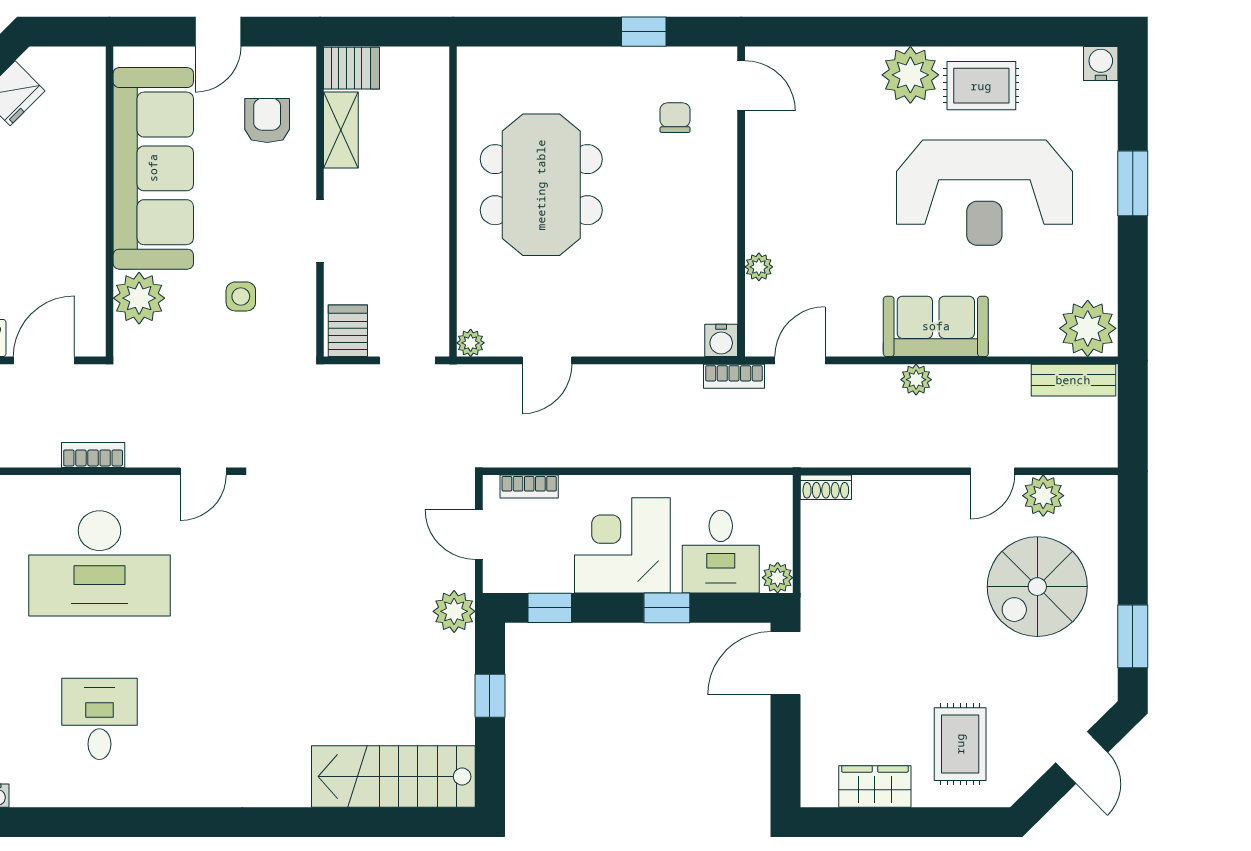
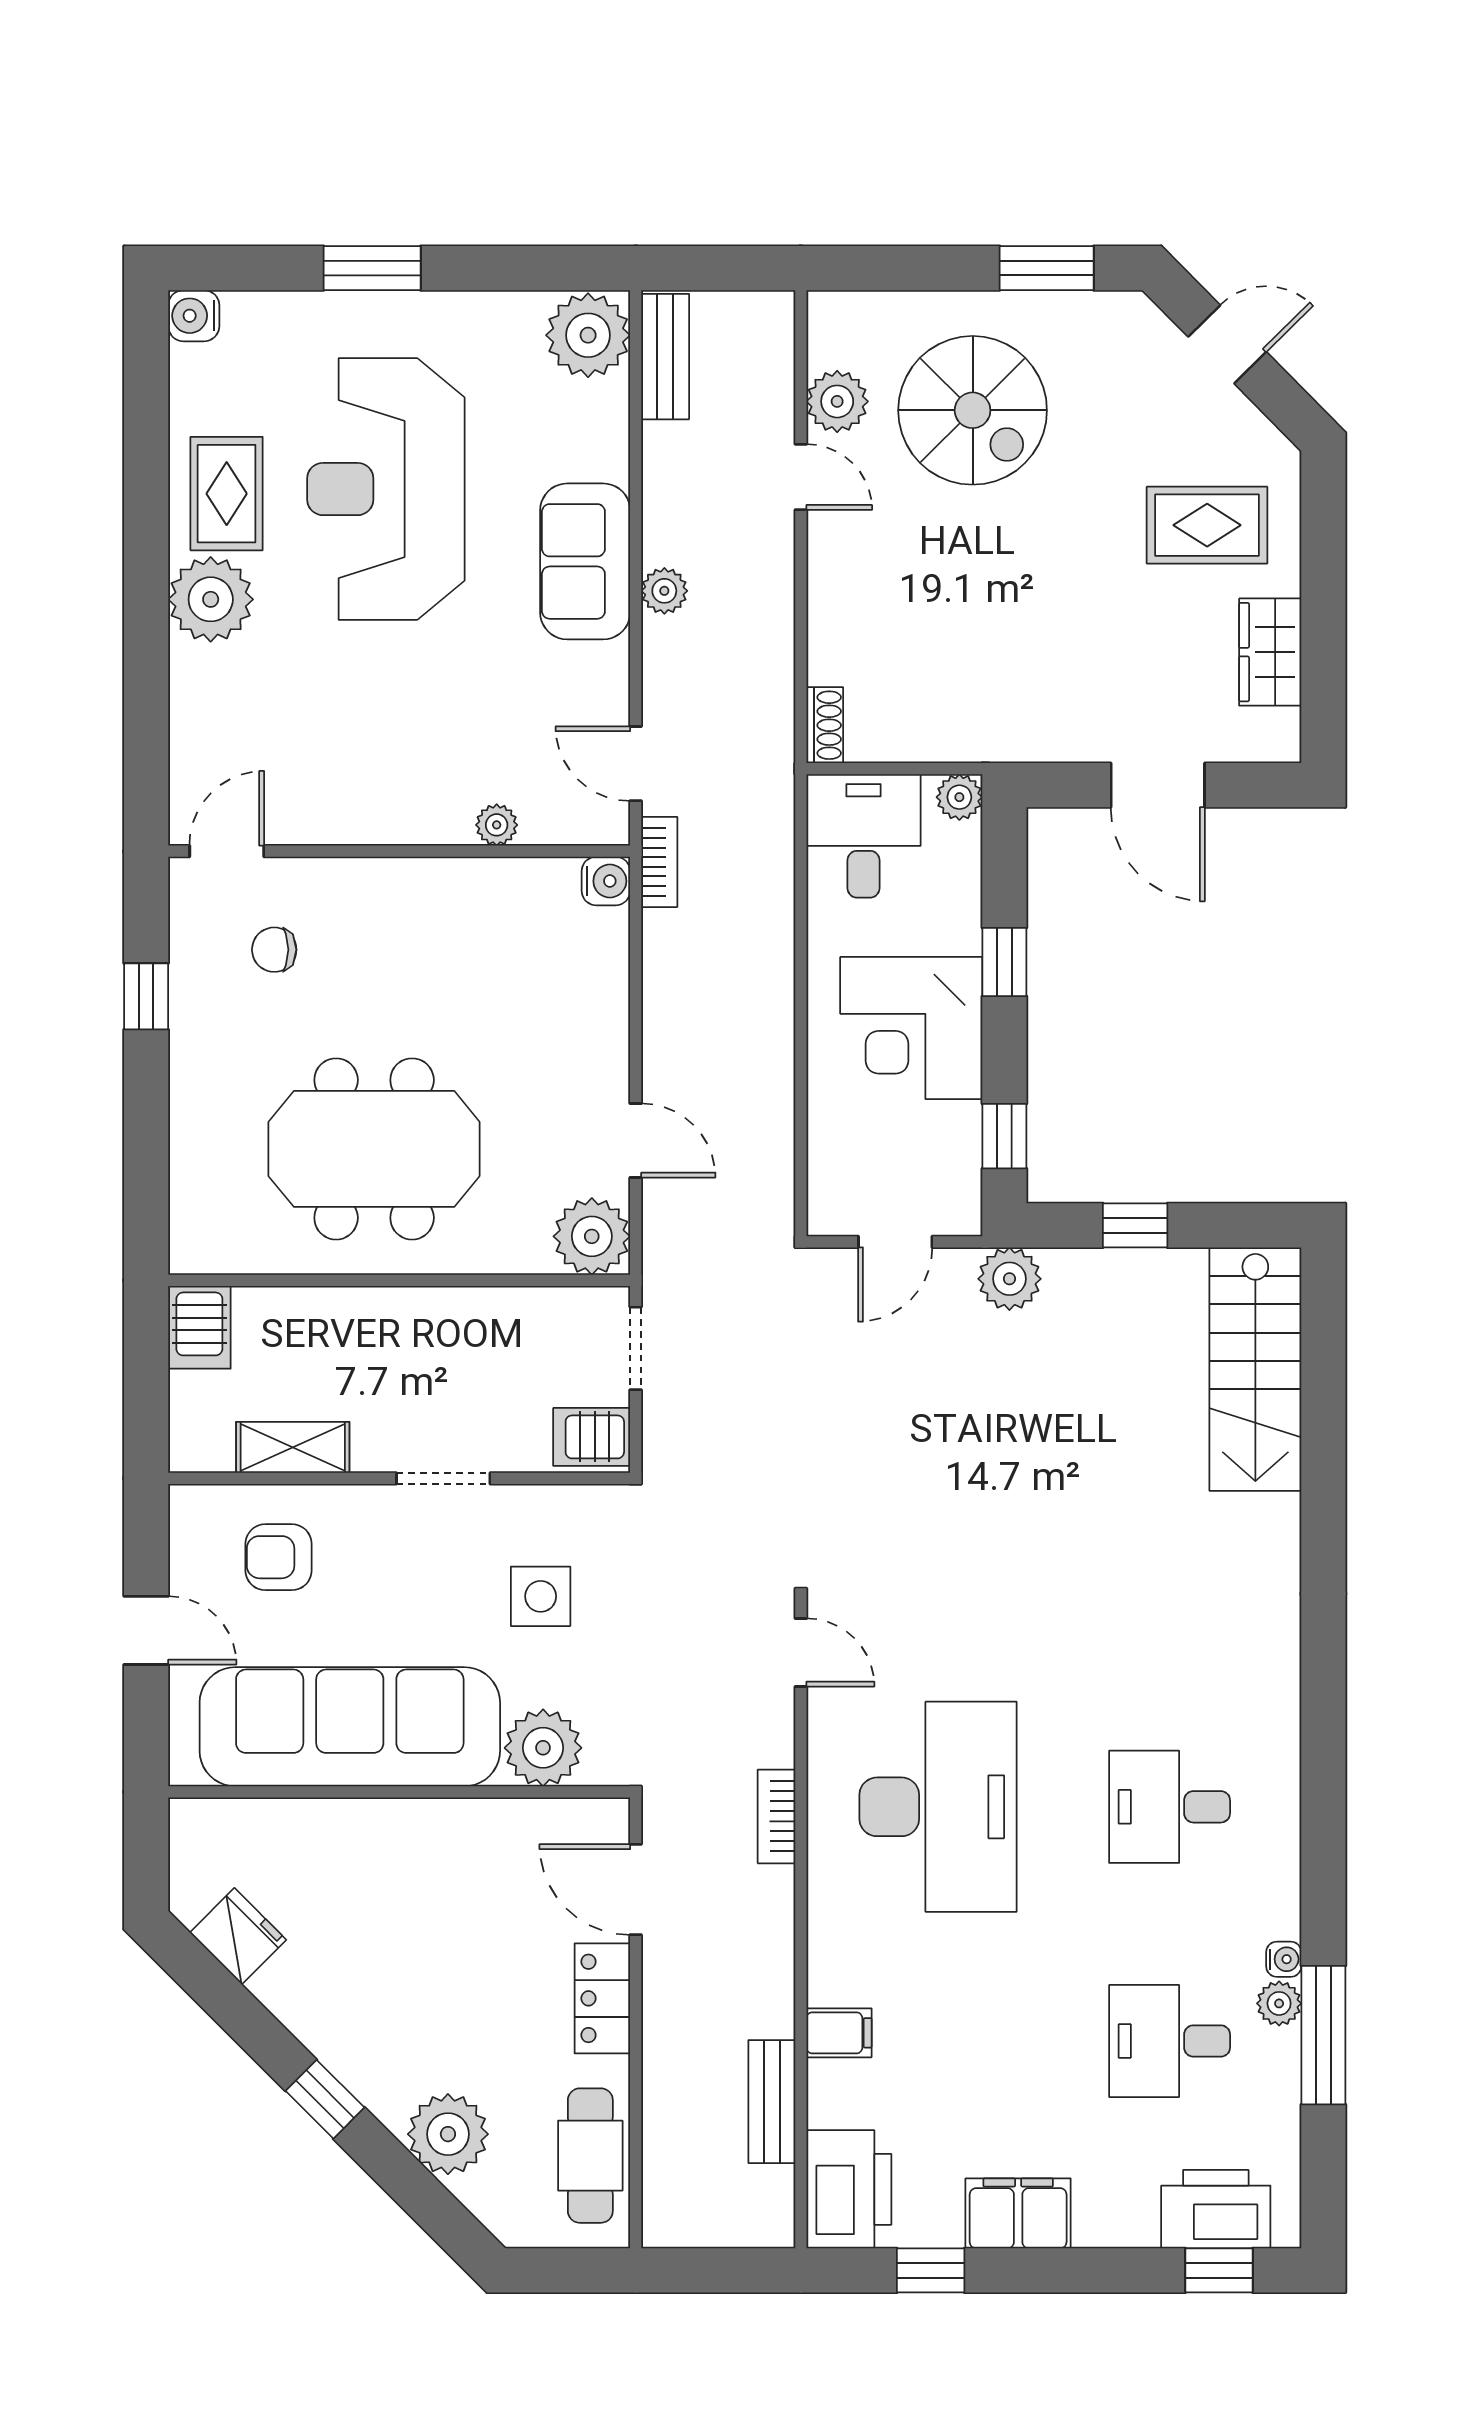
server rack: (352, 68) -> (199, 1327), moved, turned 180
reception desk: (984, 193) -> (386, 489), turned 180
side table: (241, 296) -> (541, 1596), width x1.37, depth x1.37
plant: (471, 343) -> (592, 1236), width x1.88, depth x1.88
bookcase: (529, 487) -> (824, 1167), removed
desk: (721, 552) -> (863, 836), moved, turned -90
door: (786, 663) -> (1158, 785), moved

